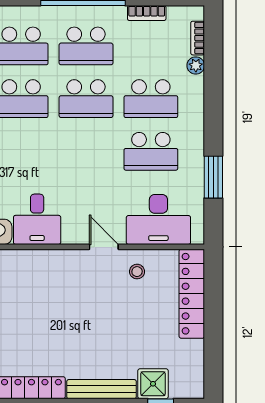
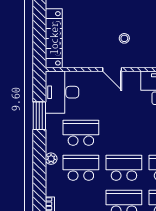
plant: (196, 66) -> (51, 159), moved
desk: (158, 219) -> (62, 92), moved, turned -90
stool: (137, 272) -> (124, 38), moved

